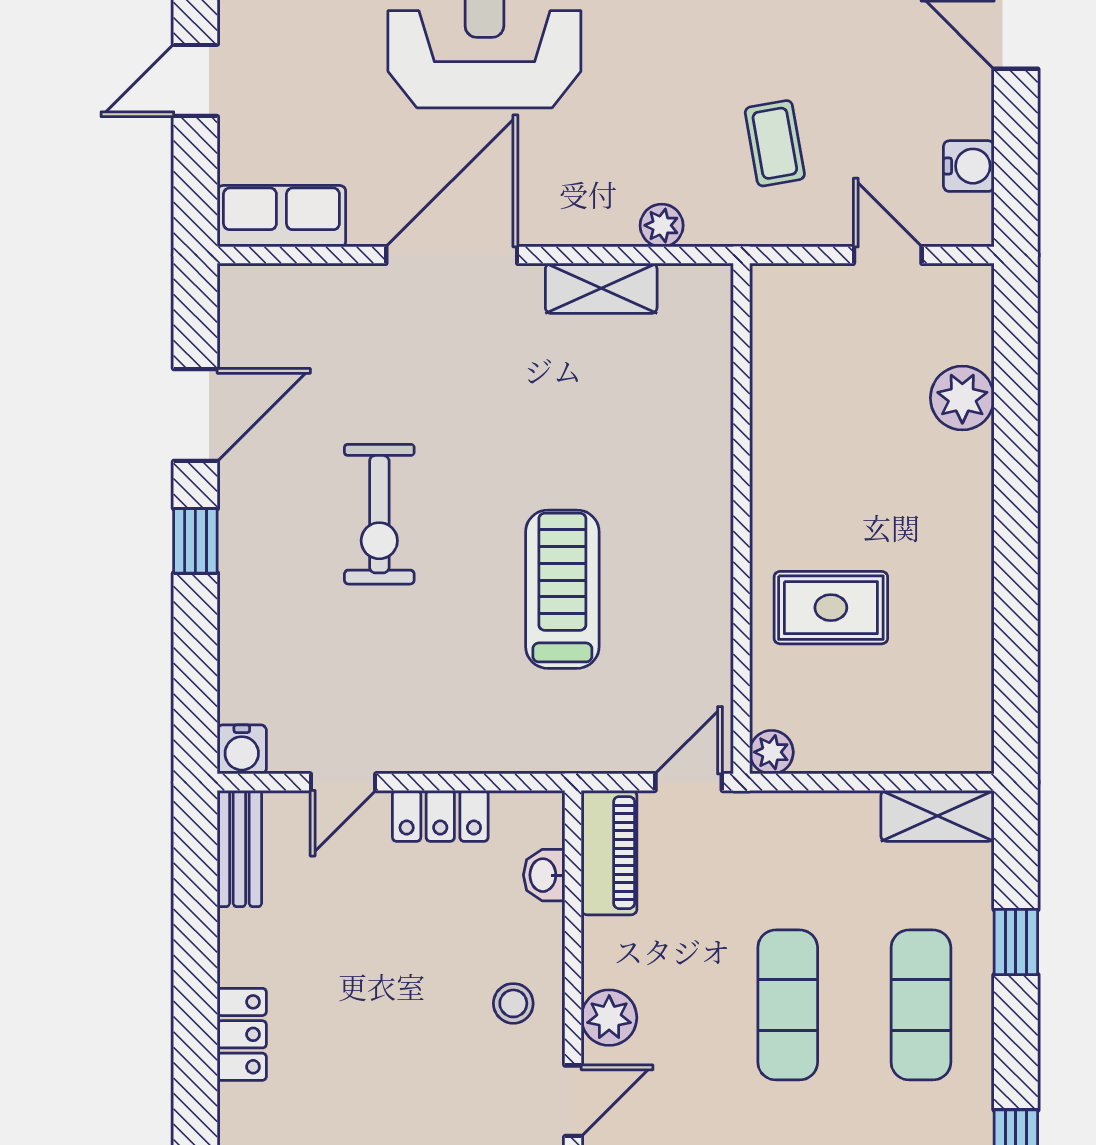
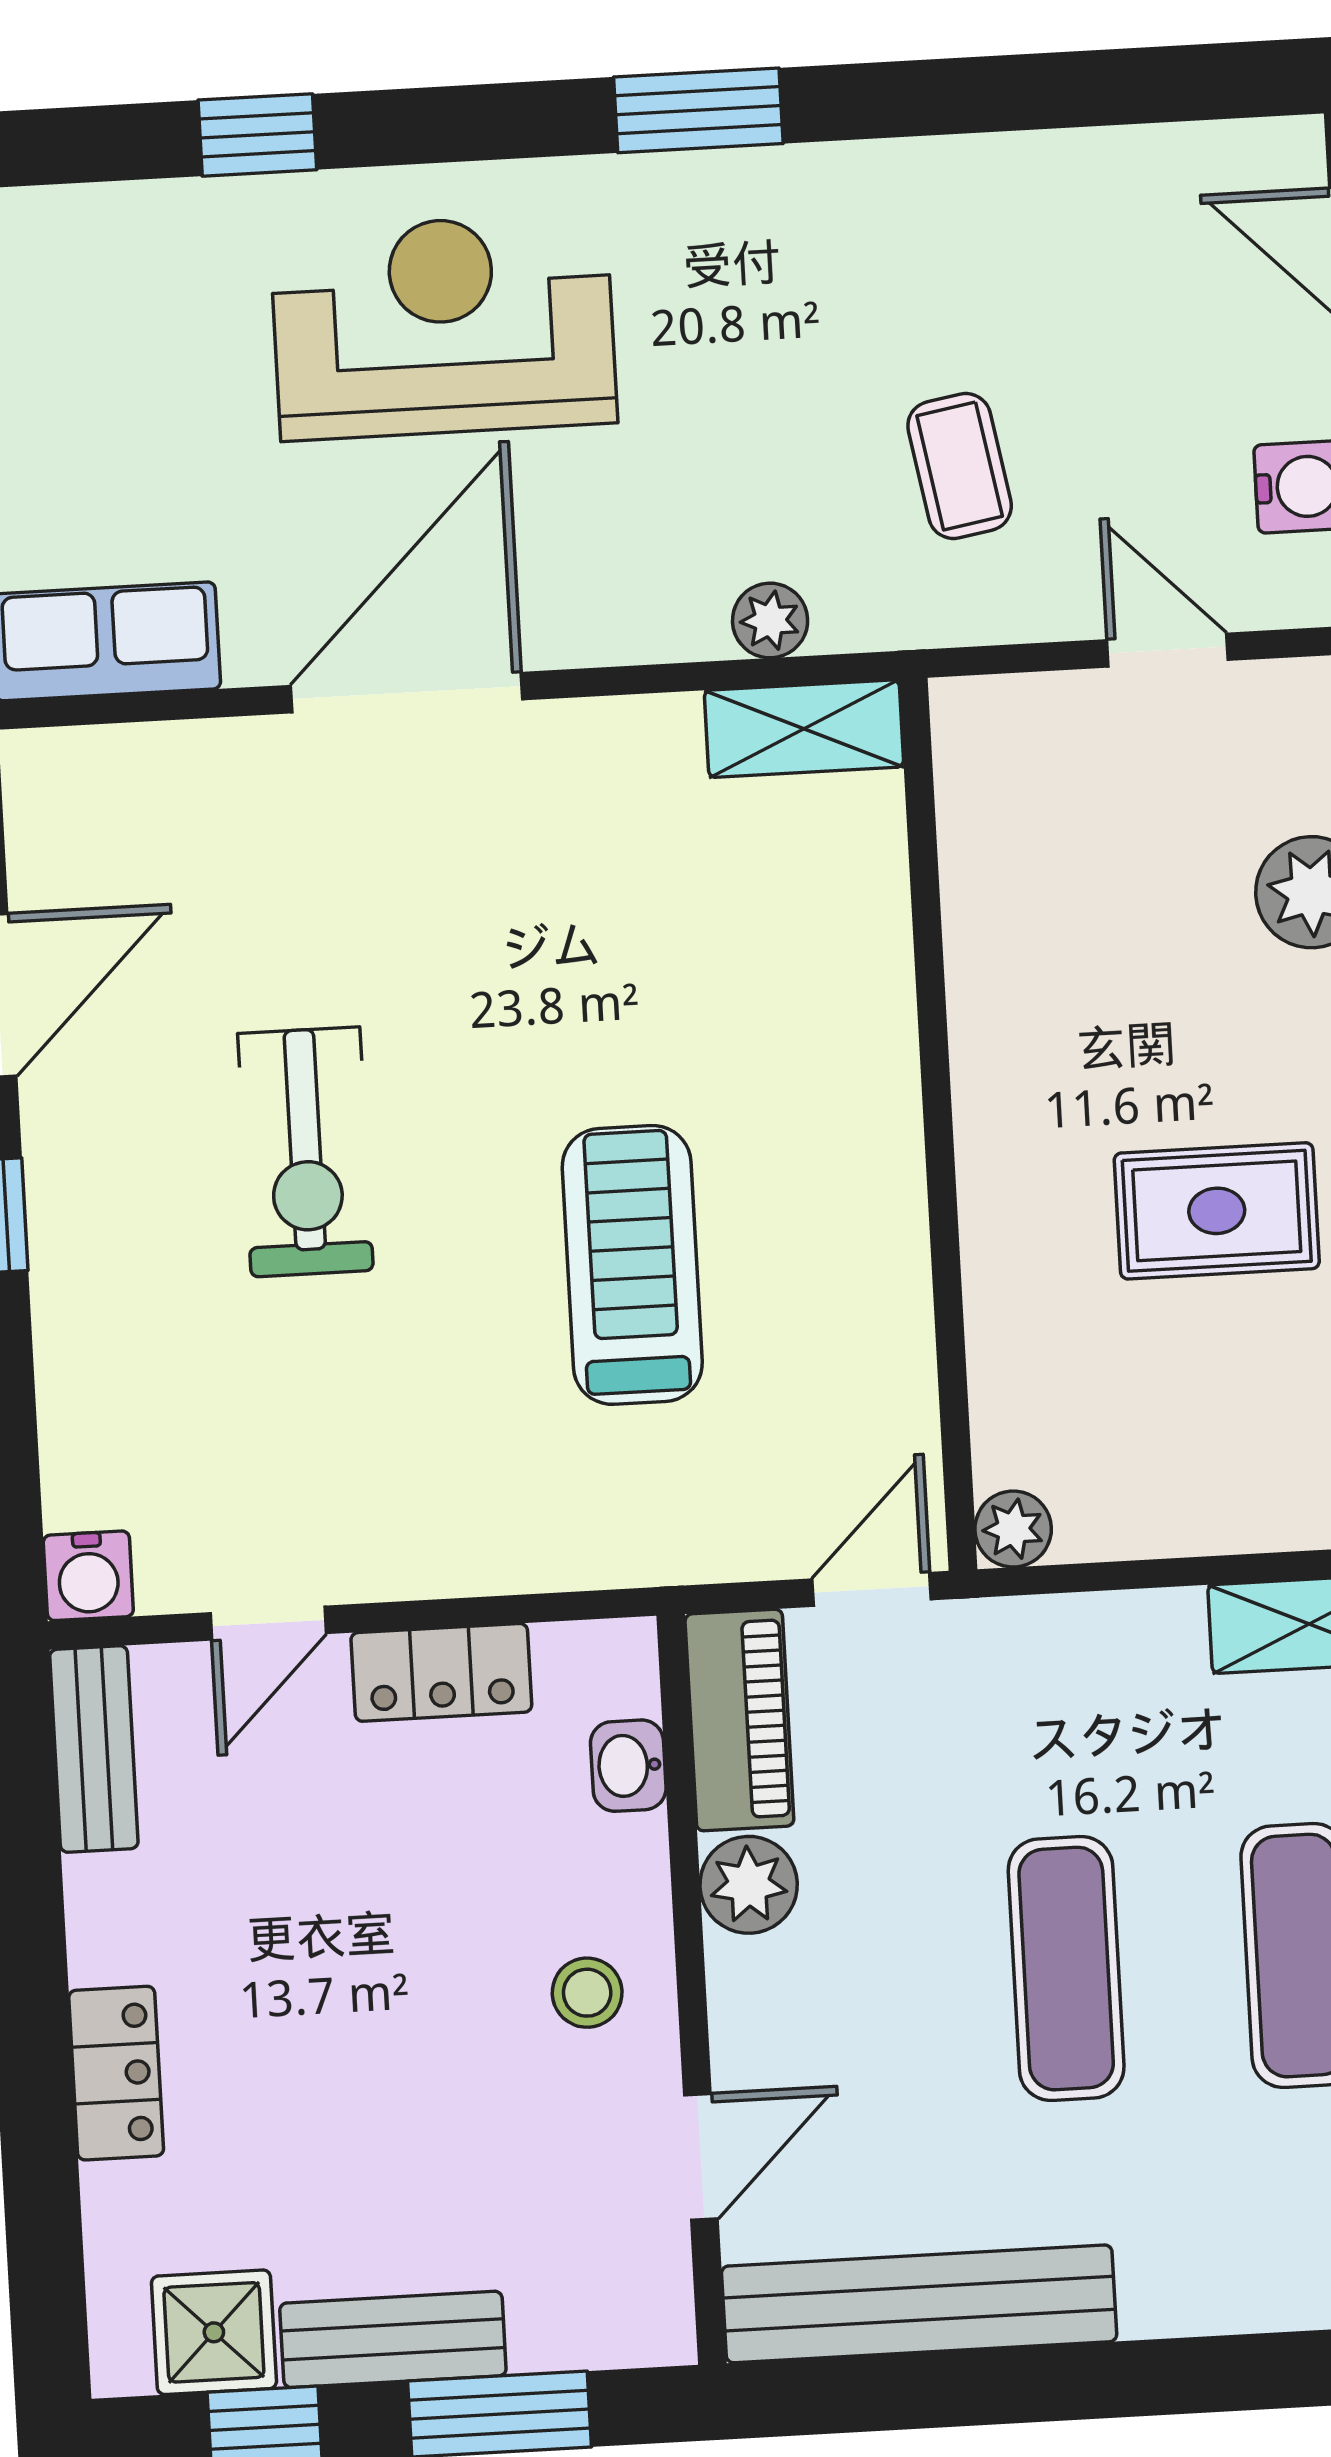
shelving: (601, 288) -> (804, 729), moved
rug: (831, 608) -> (1217, 1211), moved
plant: (609, 1018) -> (749, 1885), moved

